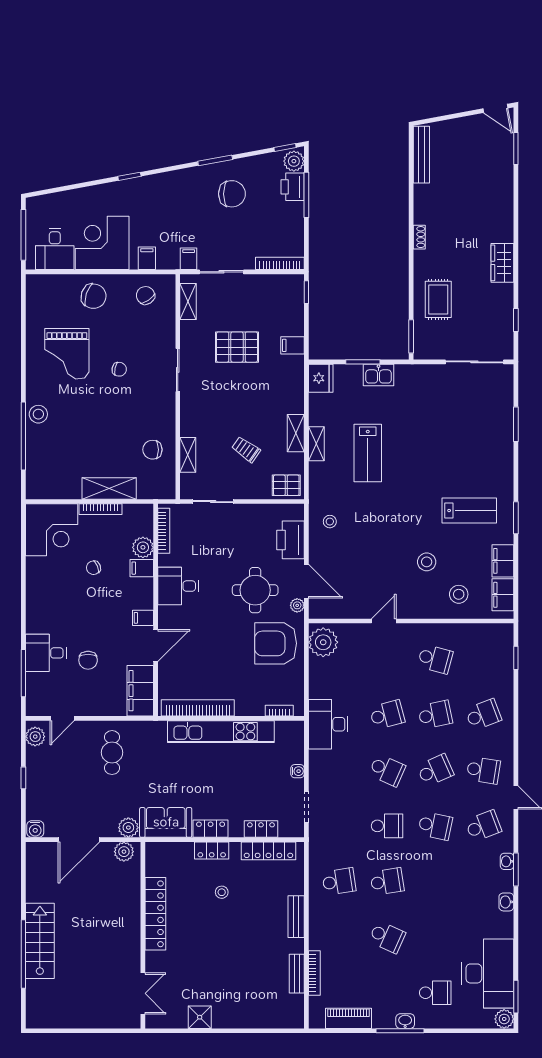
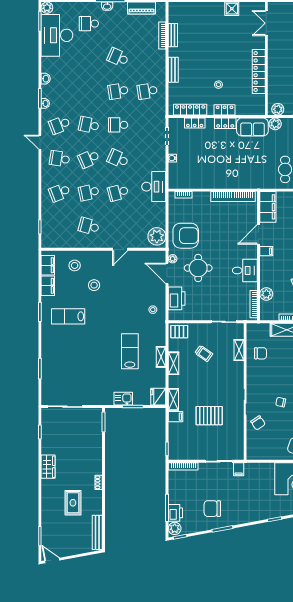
filing cabinet: (147, 258) -> (264, 470), removed
chair: (146, 295) -> (258, 423), moved
rug: (438, 299) -> (73, 503), moved
shelving: (188, 302) -> (173, 399), moved
filing cabinet: (142, 568) -> (267, 281), removed
kitchen unit: (221, 732) -> (219, 182), removed

